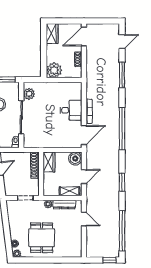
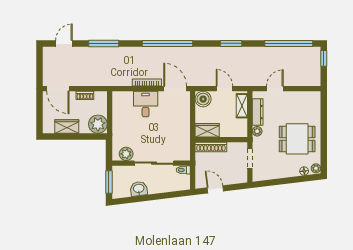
wardrobe: (52, 34) -> (67, 126), moved
door: (122, 42) -> (64, 43), hinge flipped

